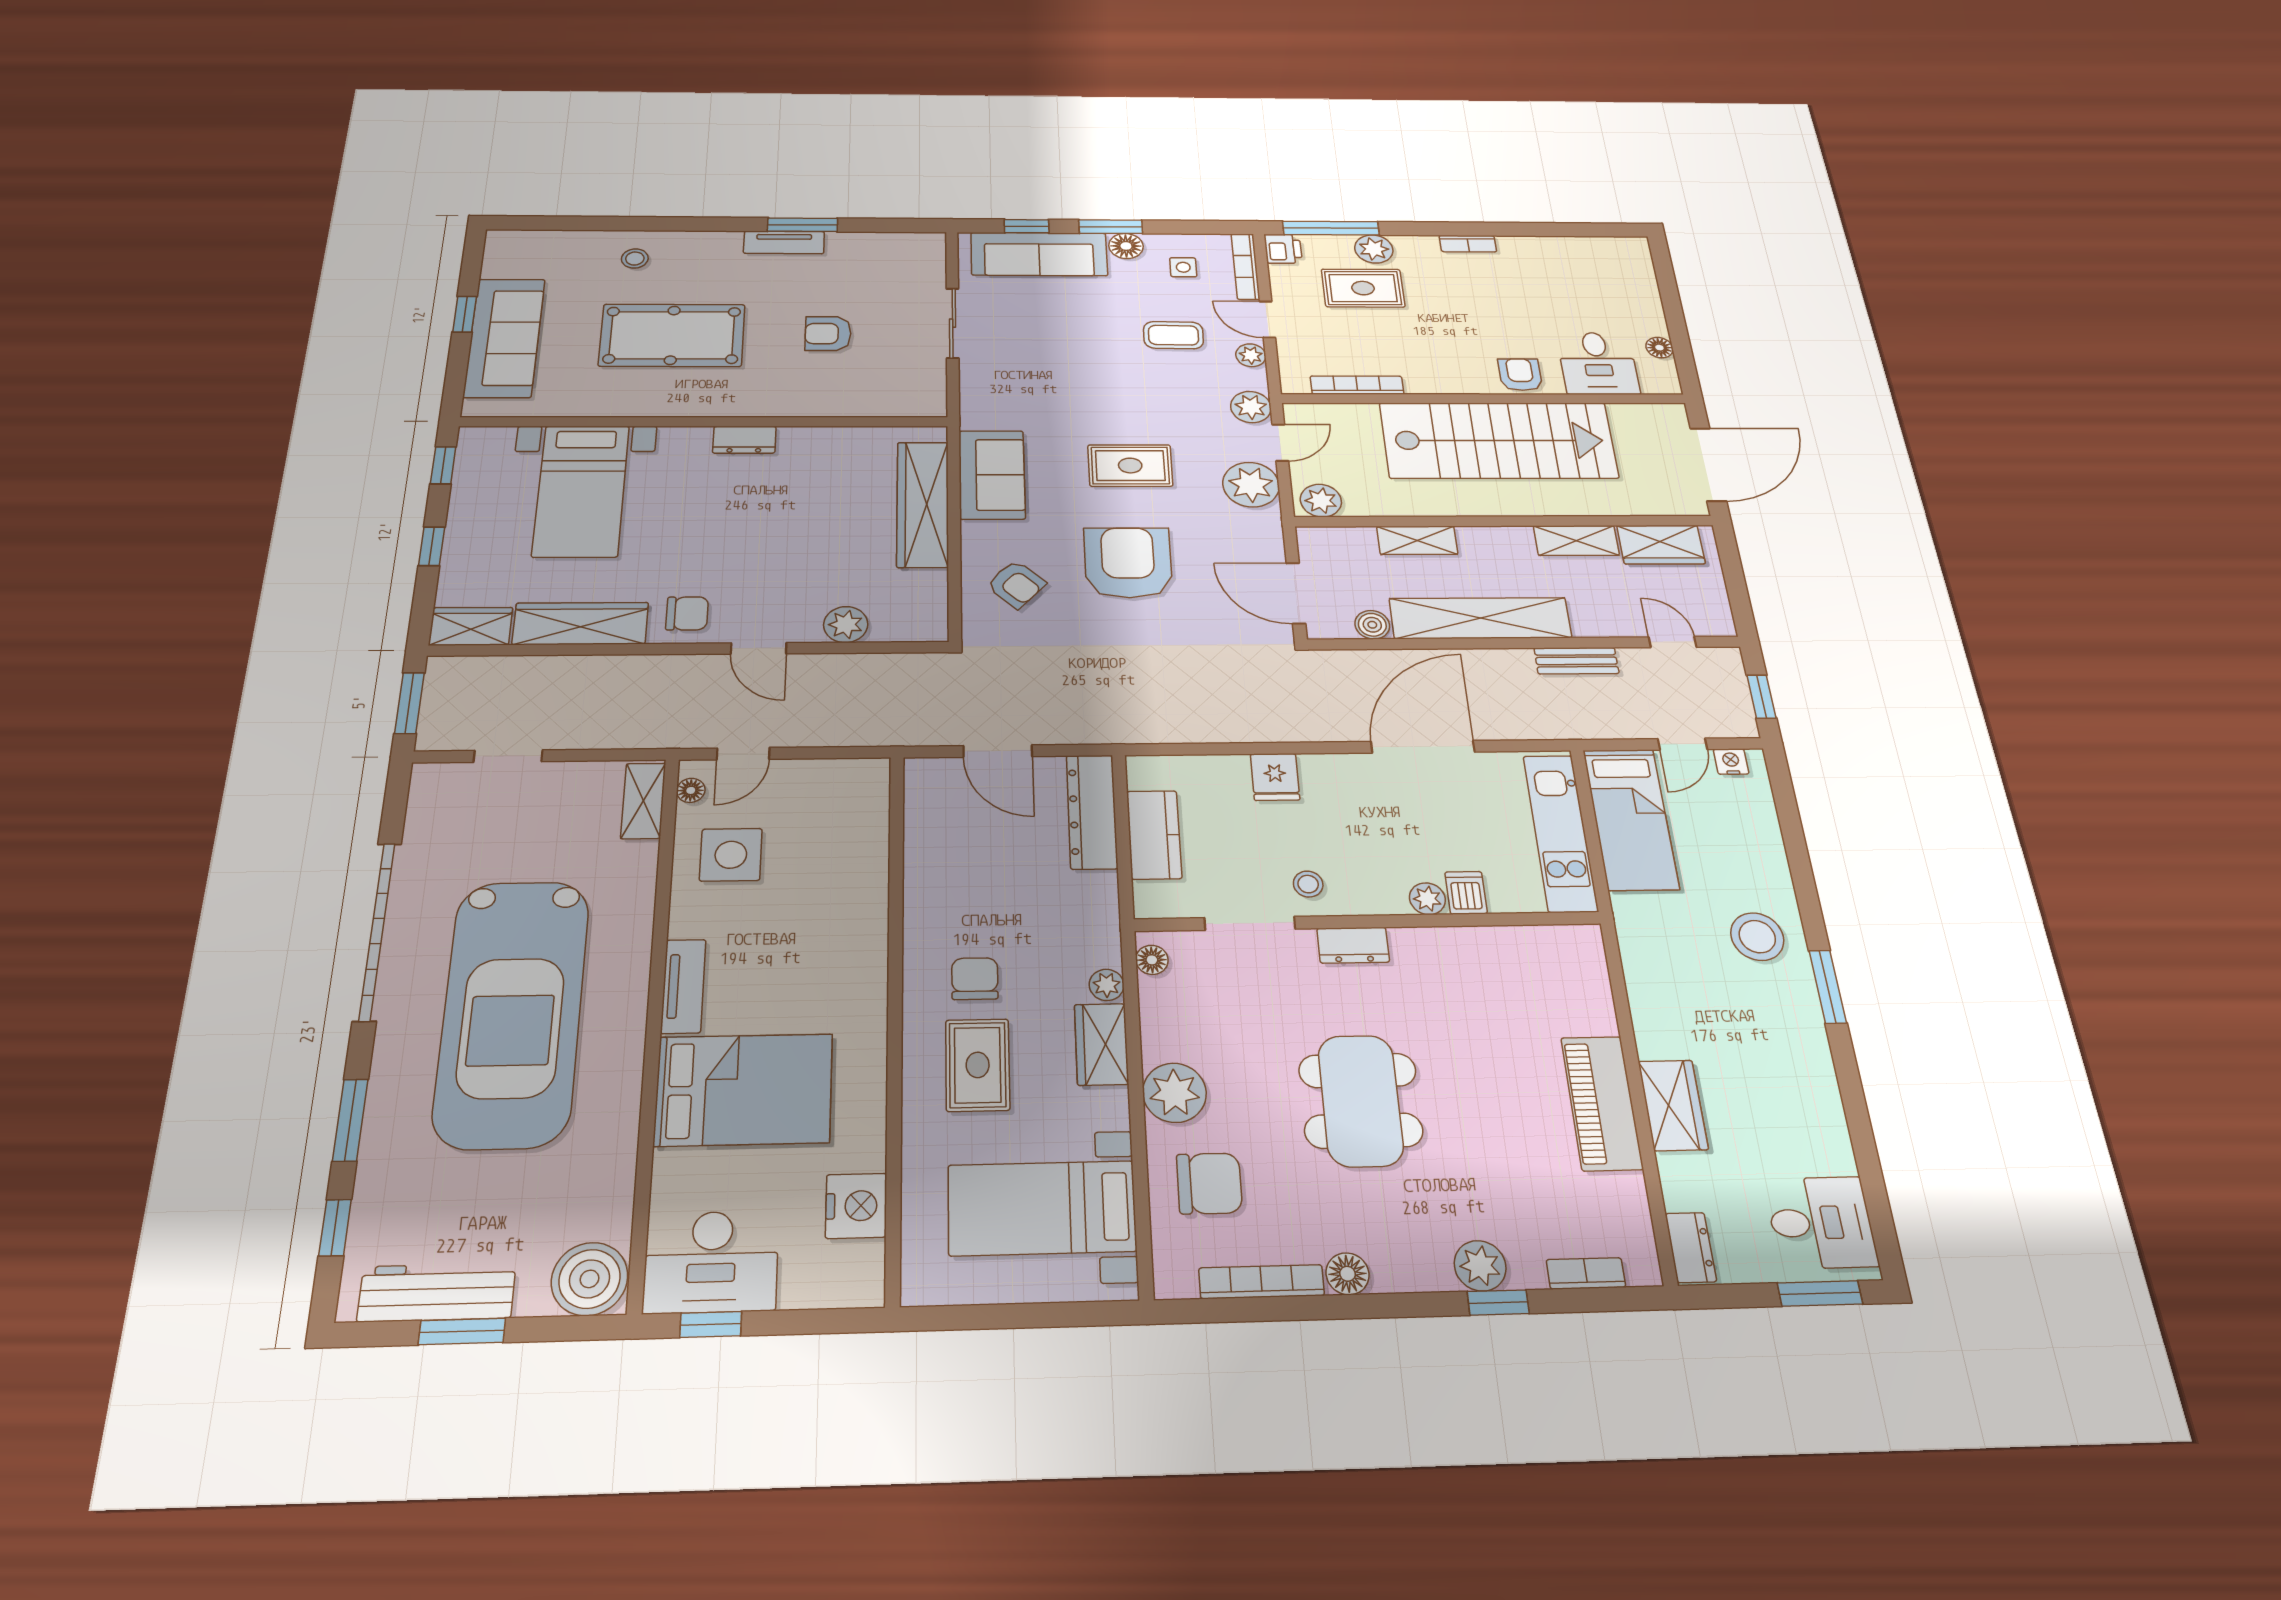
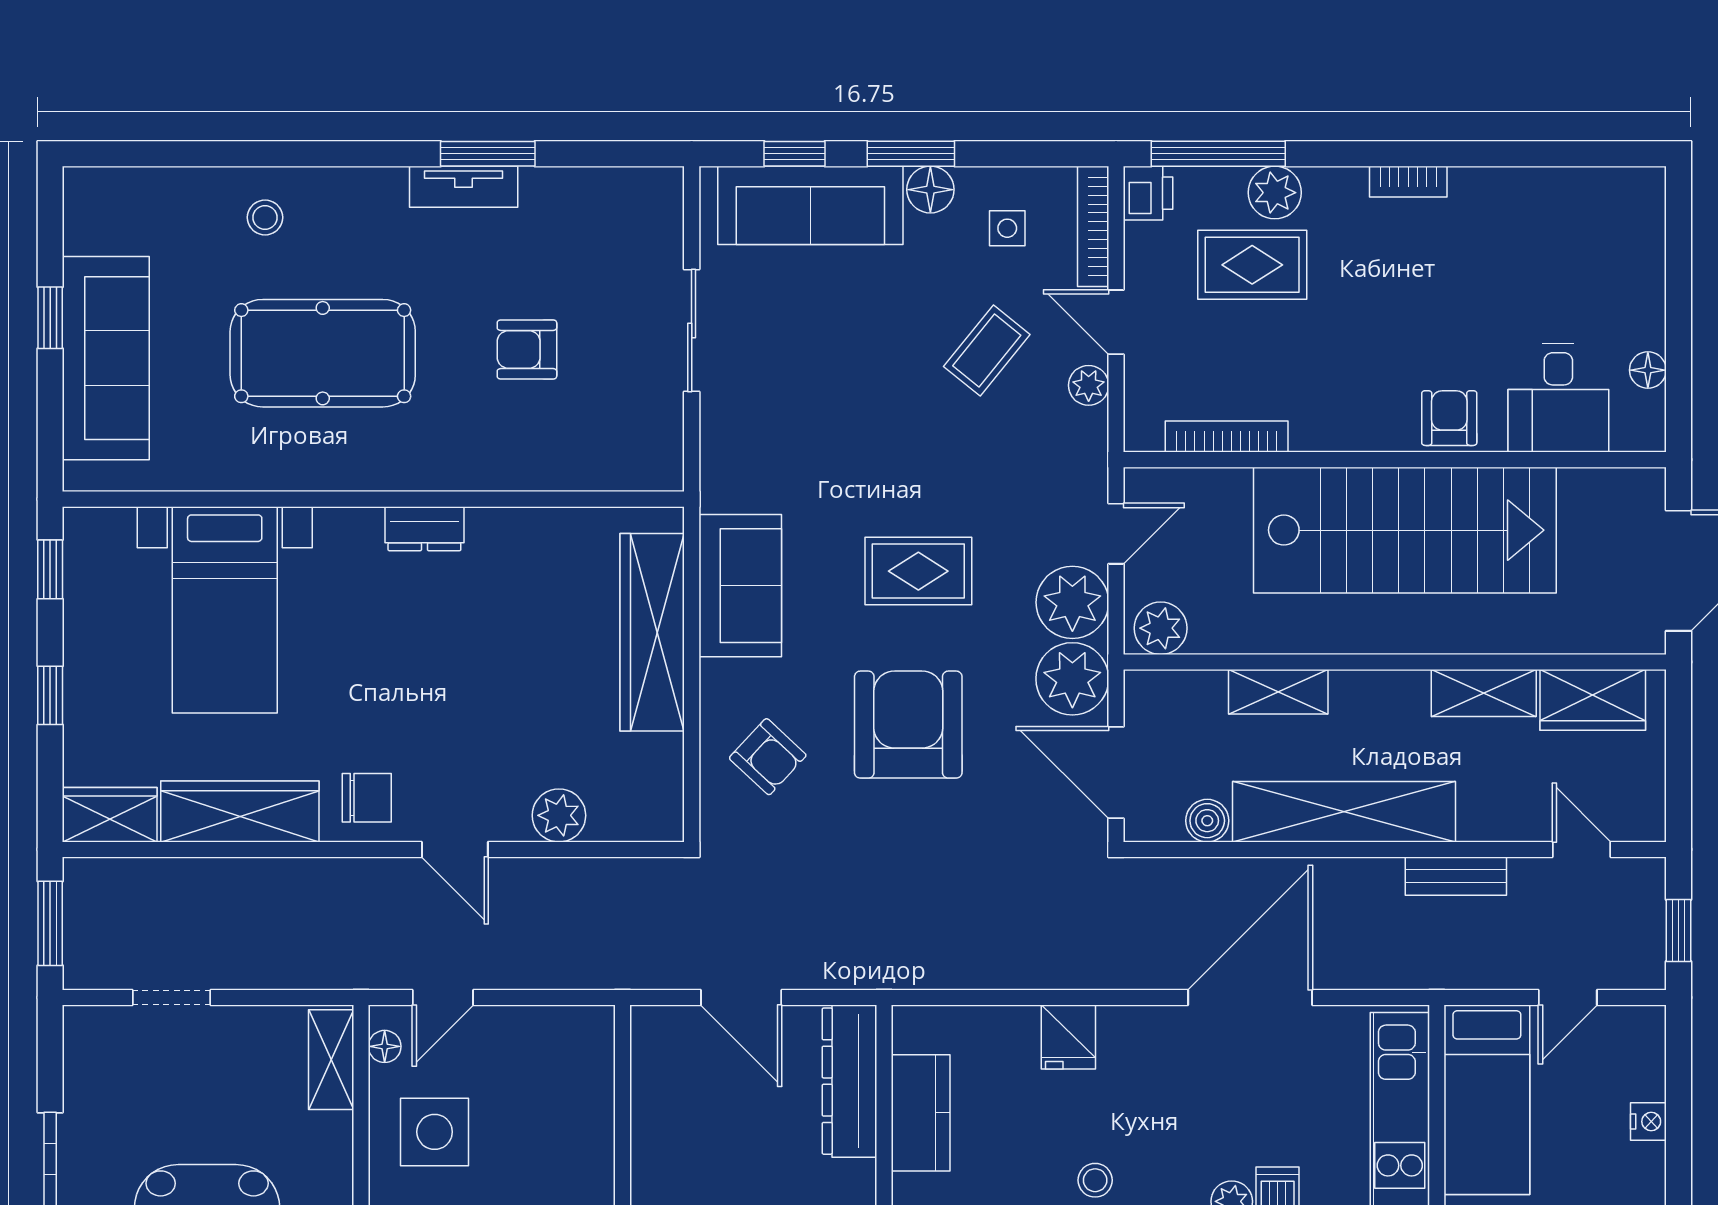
coffee table: (1173, 335) -> (987, 351), turned -52
plant: (1251, 407) -> (1072, 679), moved, width x1.36, depth x1.36
nightstand: (1731, 762) -> (1648, 1122), moved, turned 90

